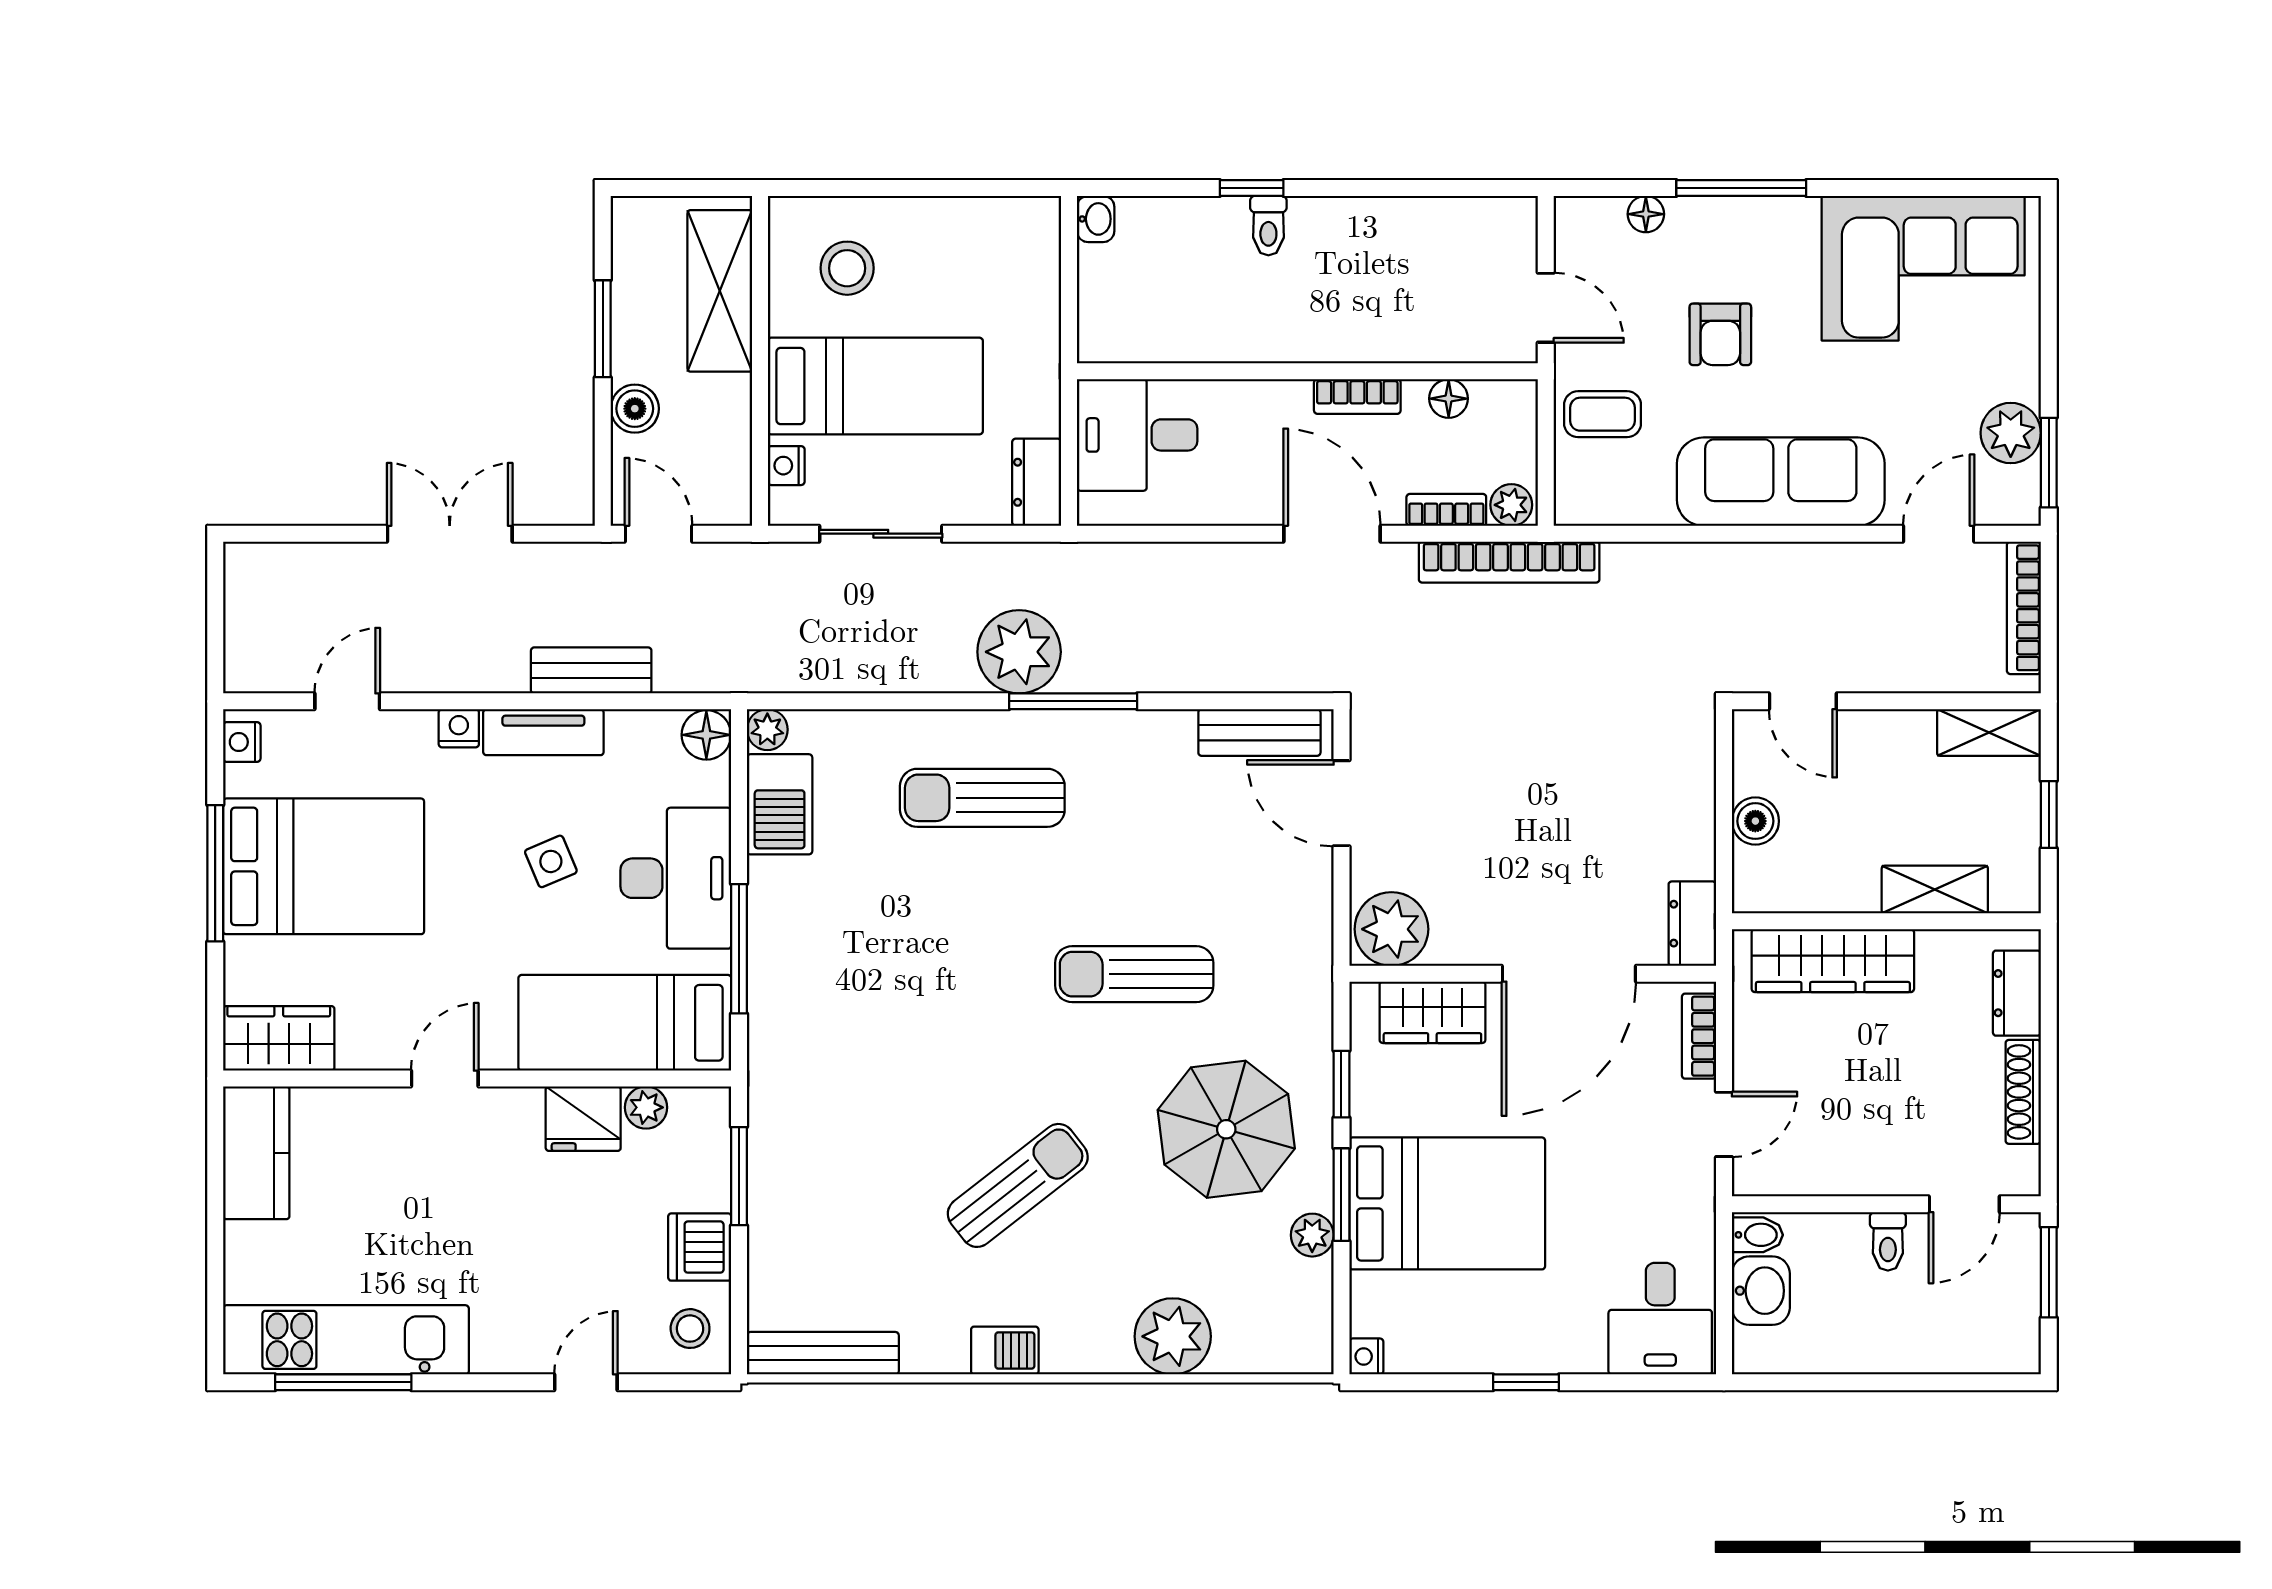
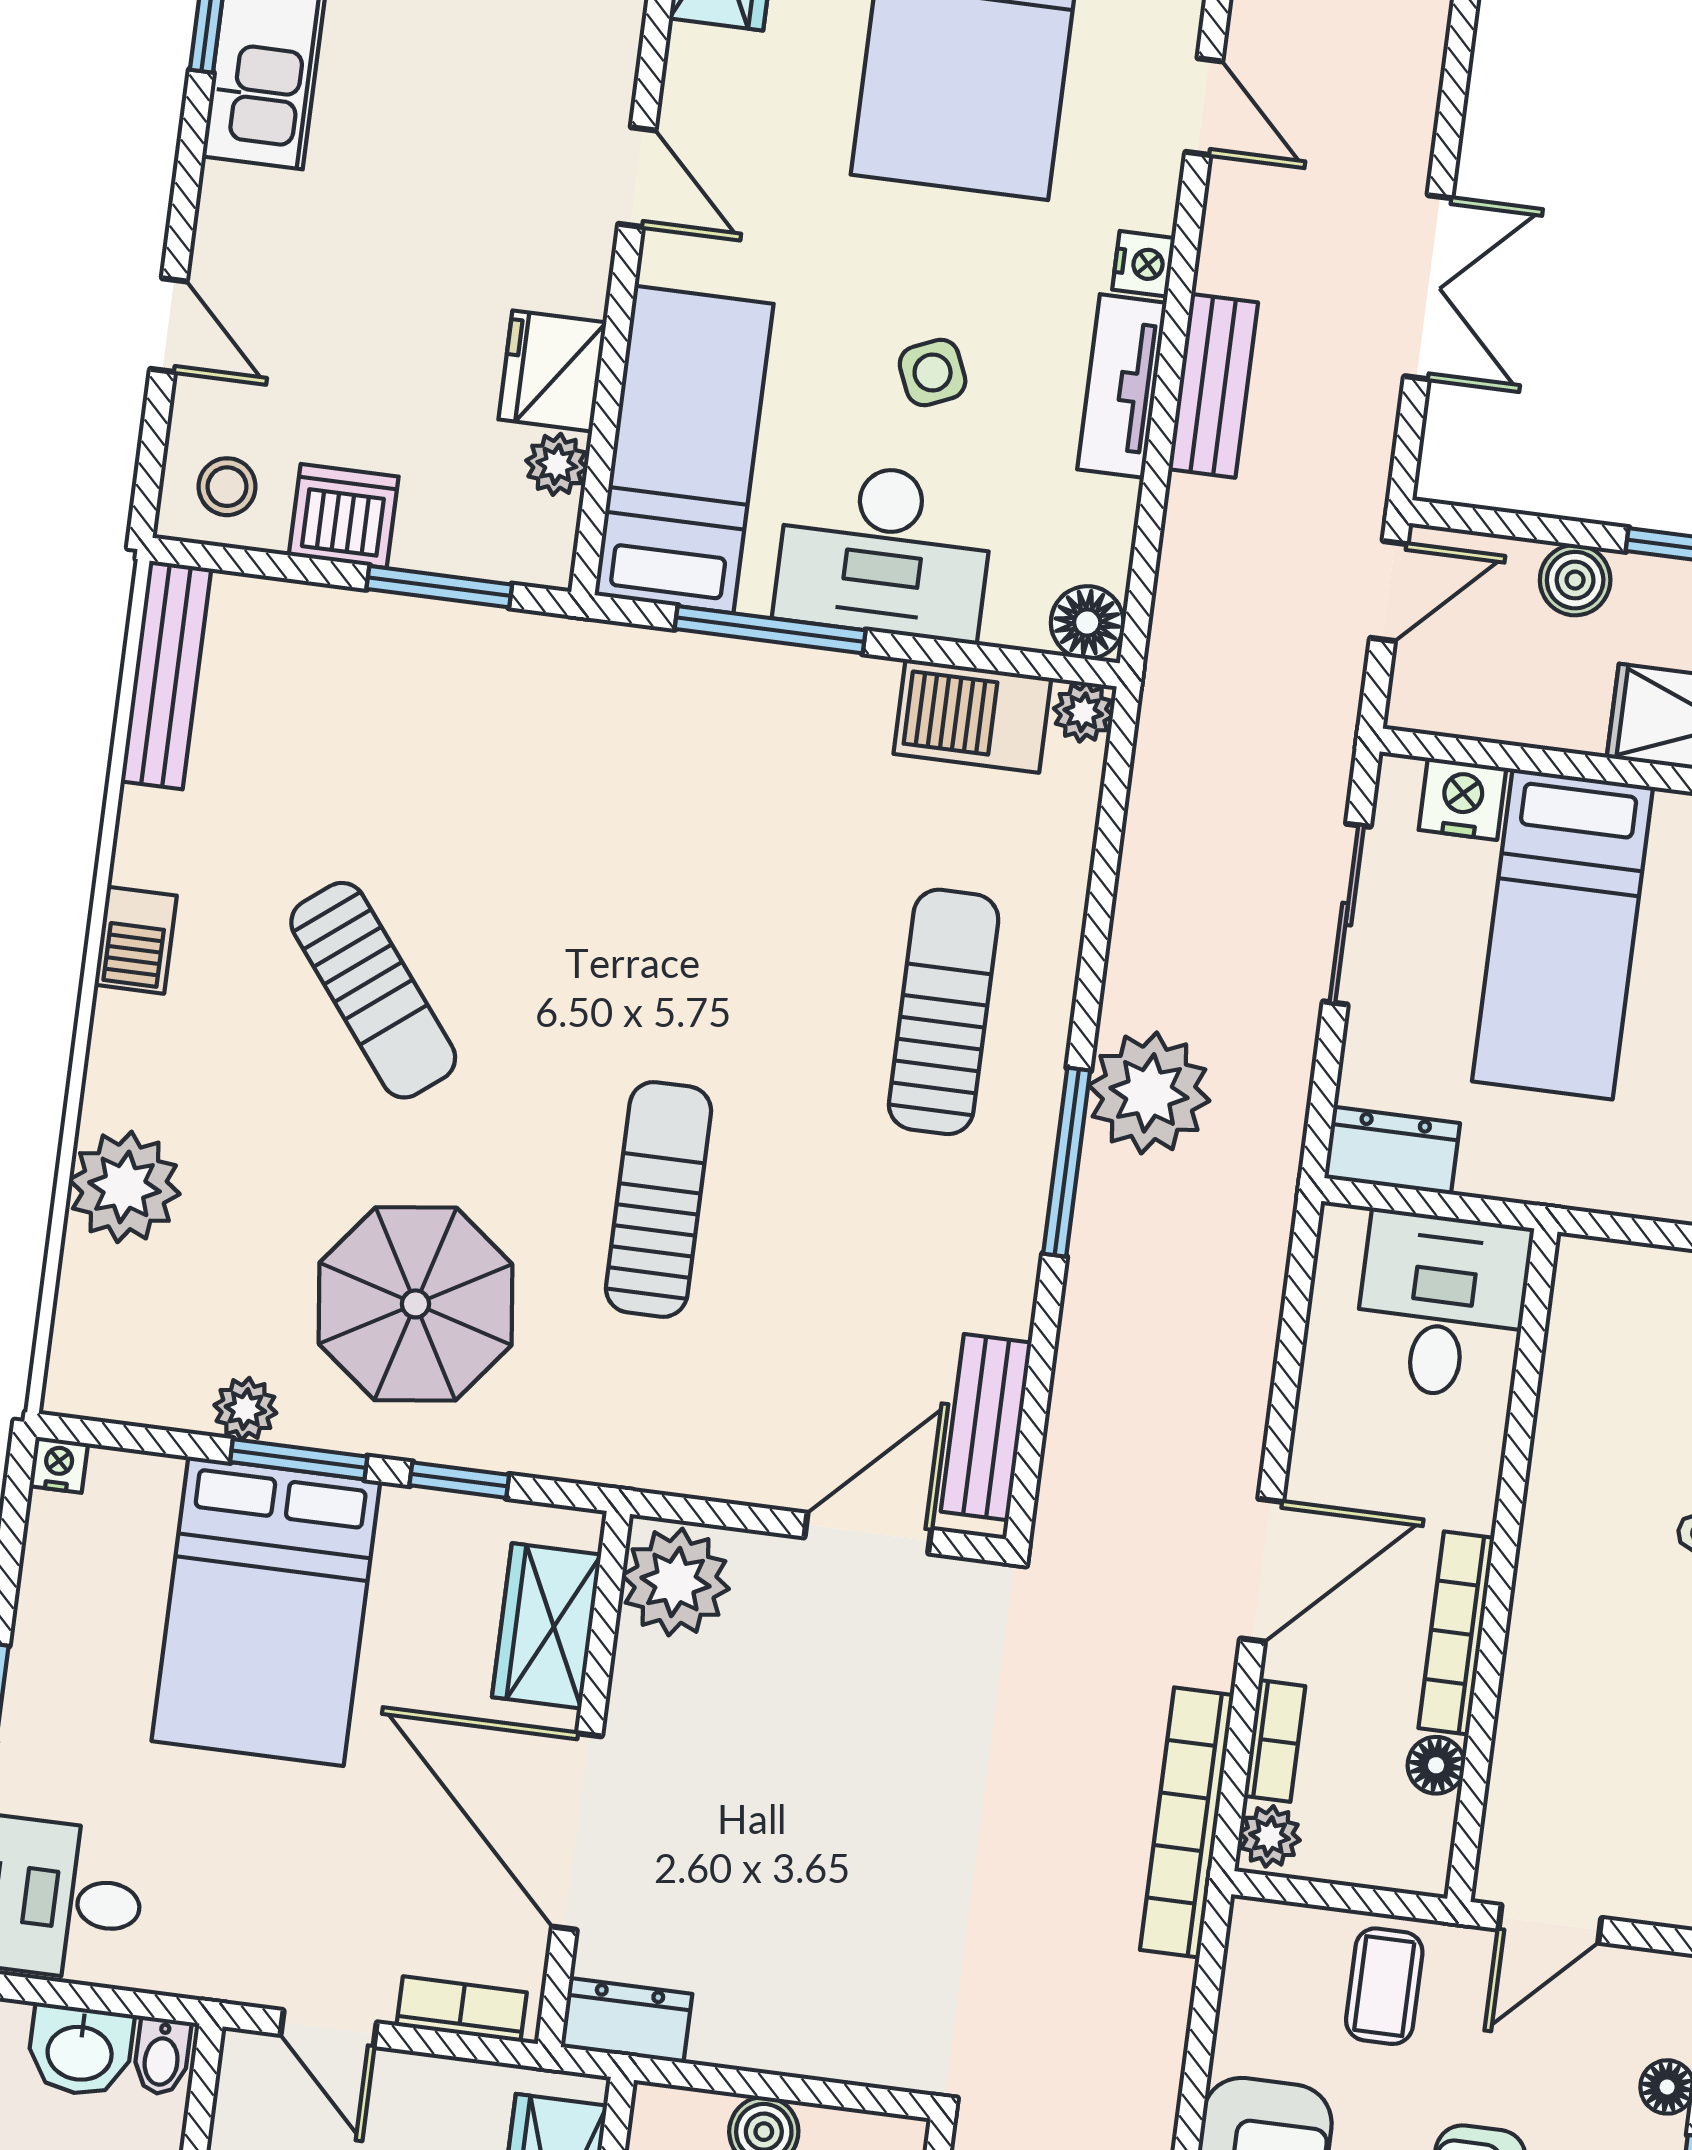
bookcase: (1357, 396) -> (1456, 1633), width x1.56
nightstand: (786, 466) -> (1462, 799), width x1.39, depth x1.35
bench: (591, 670) -> (1213, 386), moved

